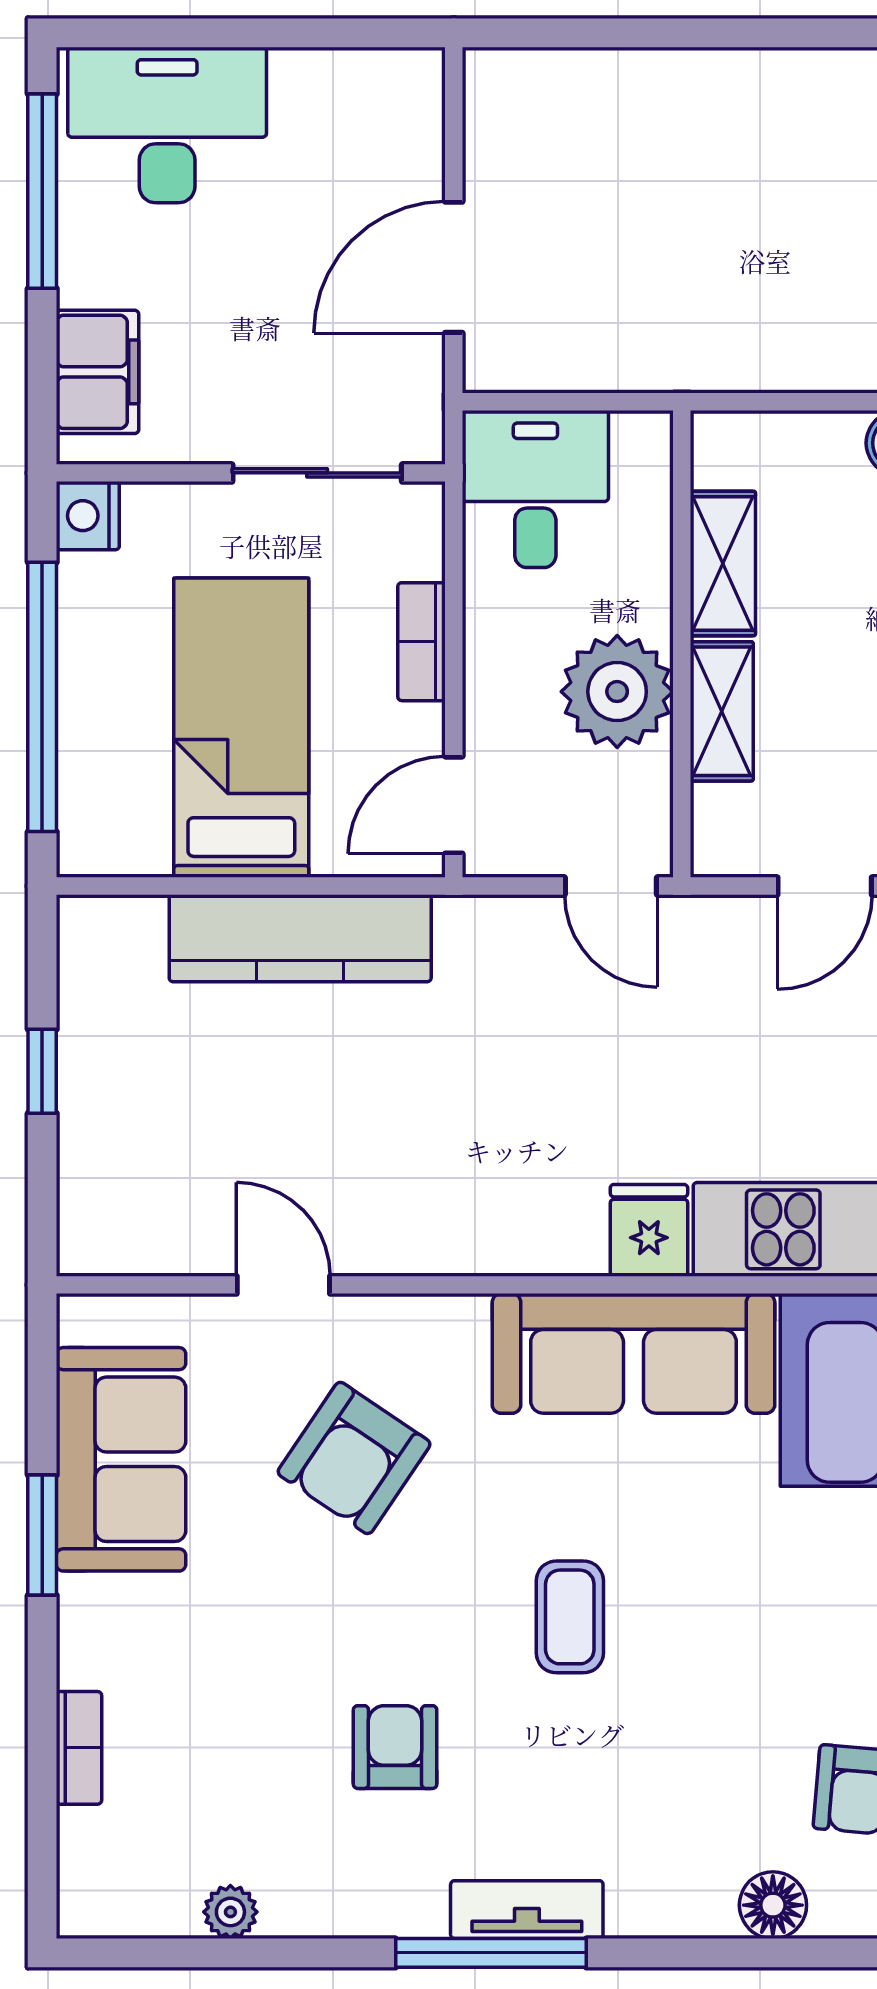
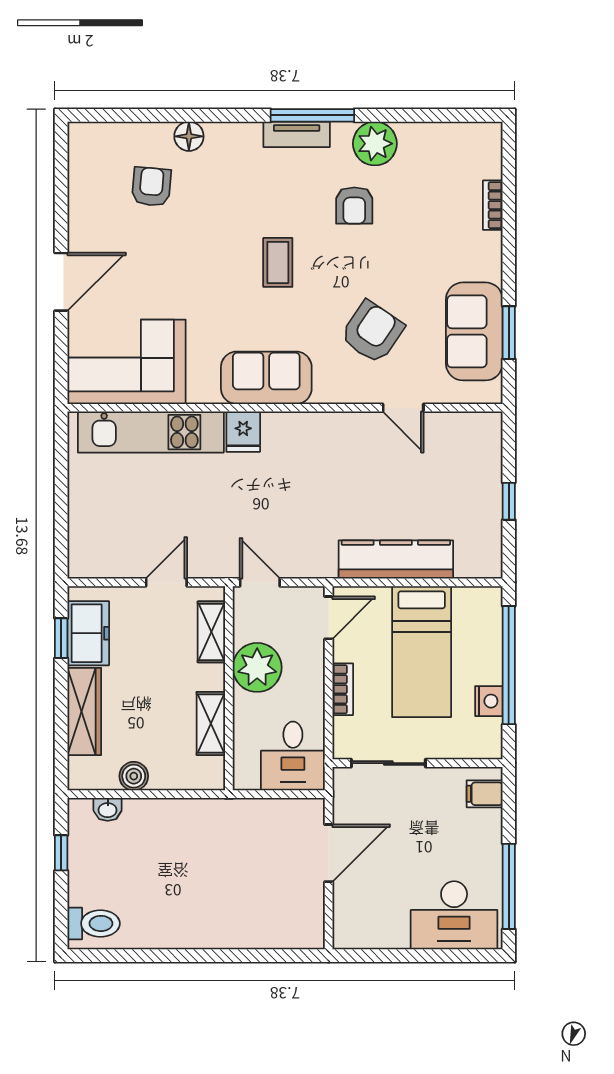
filing cabinet: (98, 372) -> (485, 794), width x0.50
nightstand: (88, 516) -> (489, 701), moved
shelving: (722, 711) -> (211, 632), moved
sofa: (634, 1353) -> (266, 378), width x0.73
window: (42, 1535) -> (509, 333), moved
plant: (230, 1912) -> (375, 144), moved, width x1.87, depth x1.87

